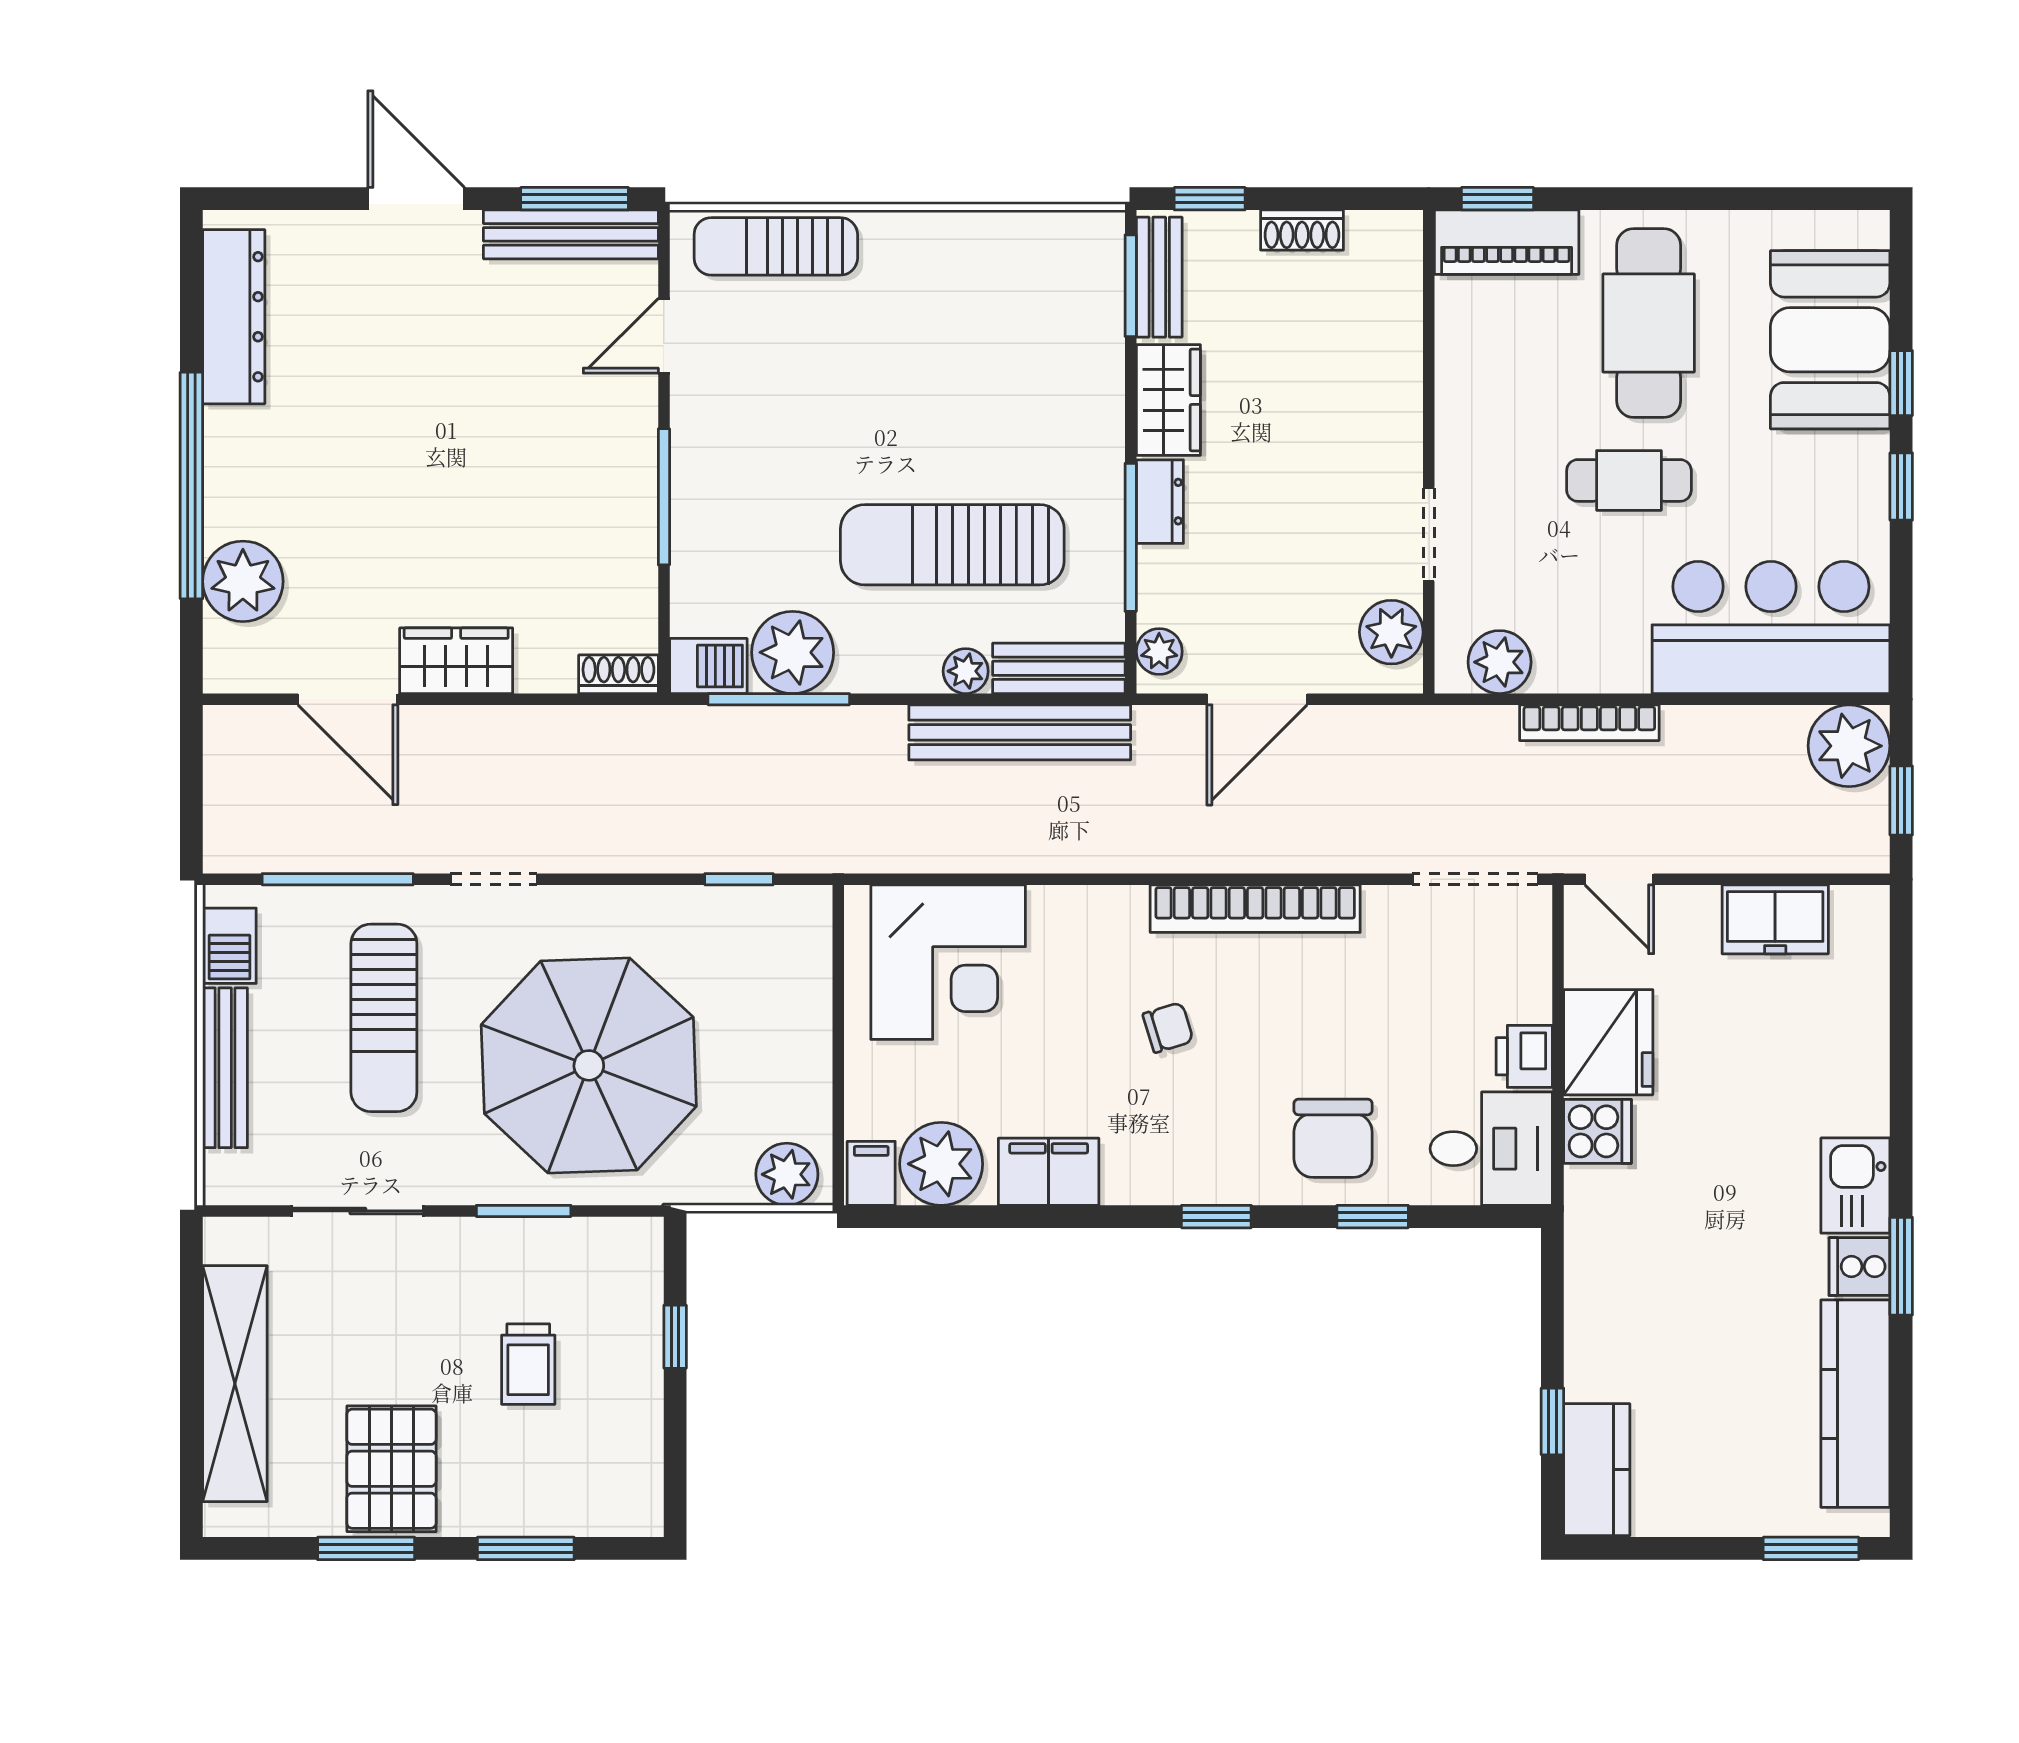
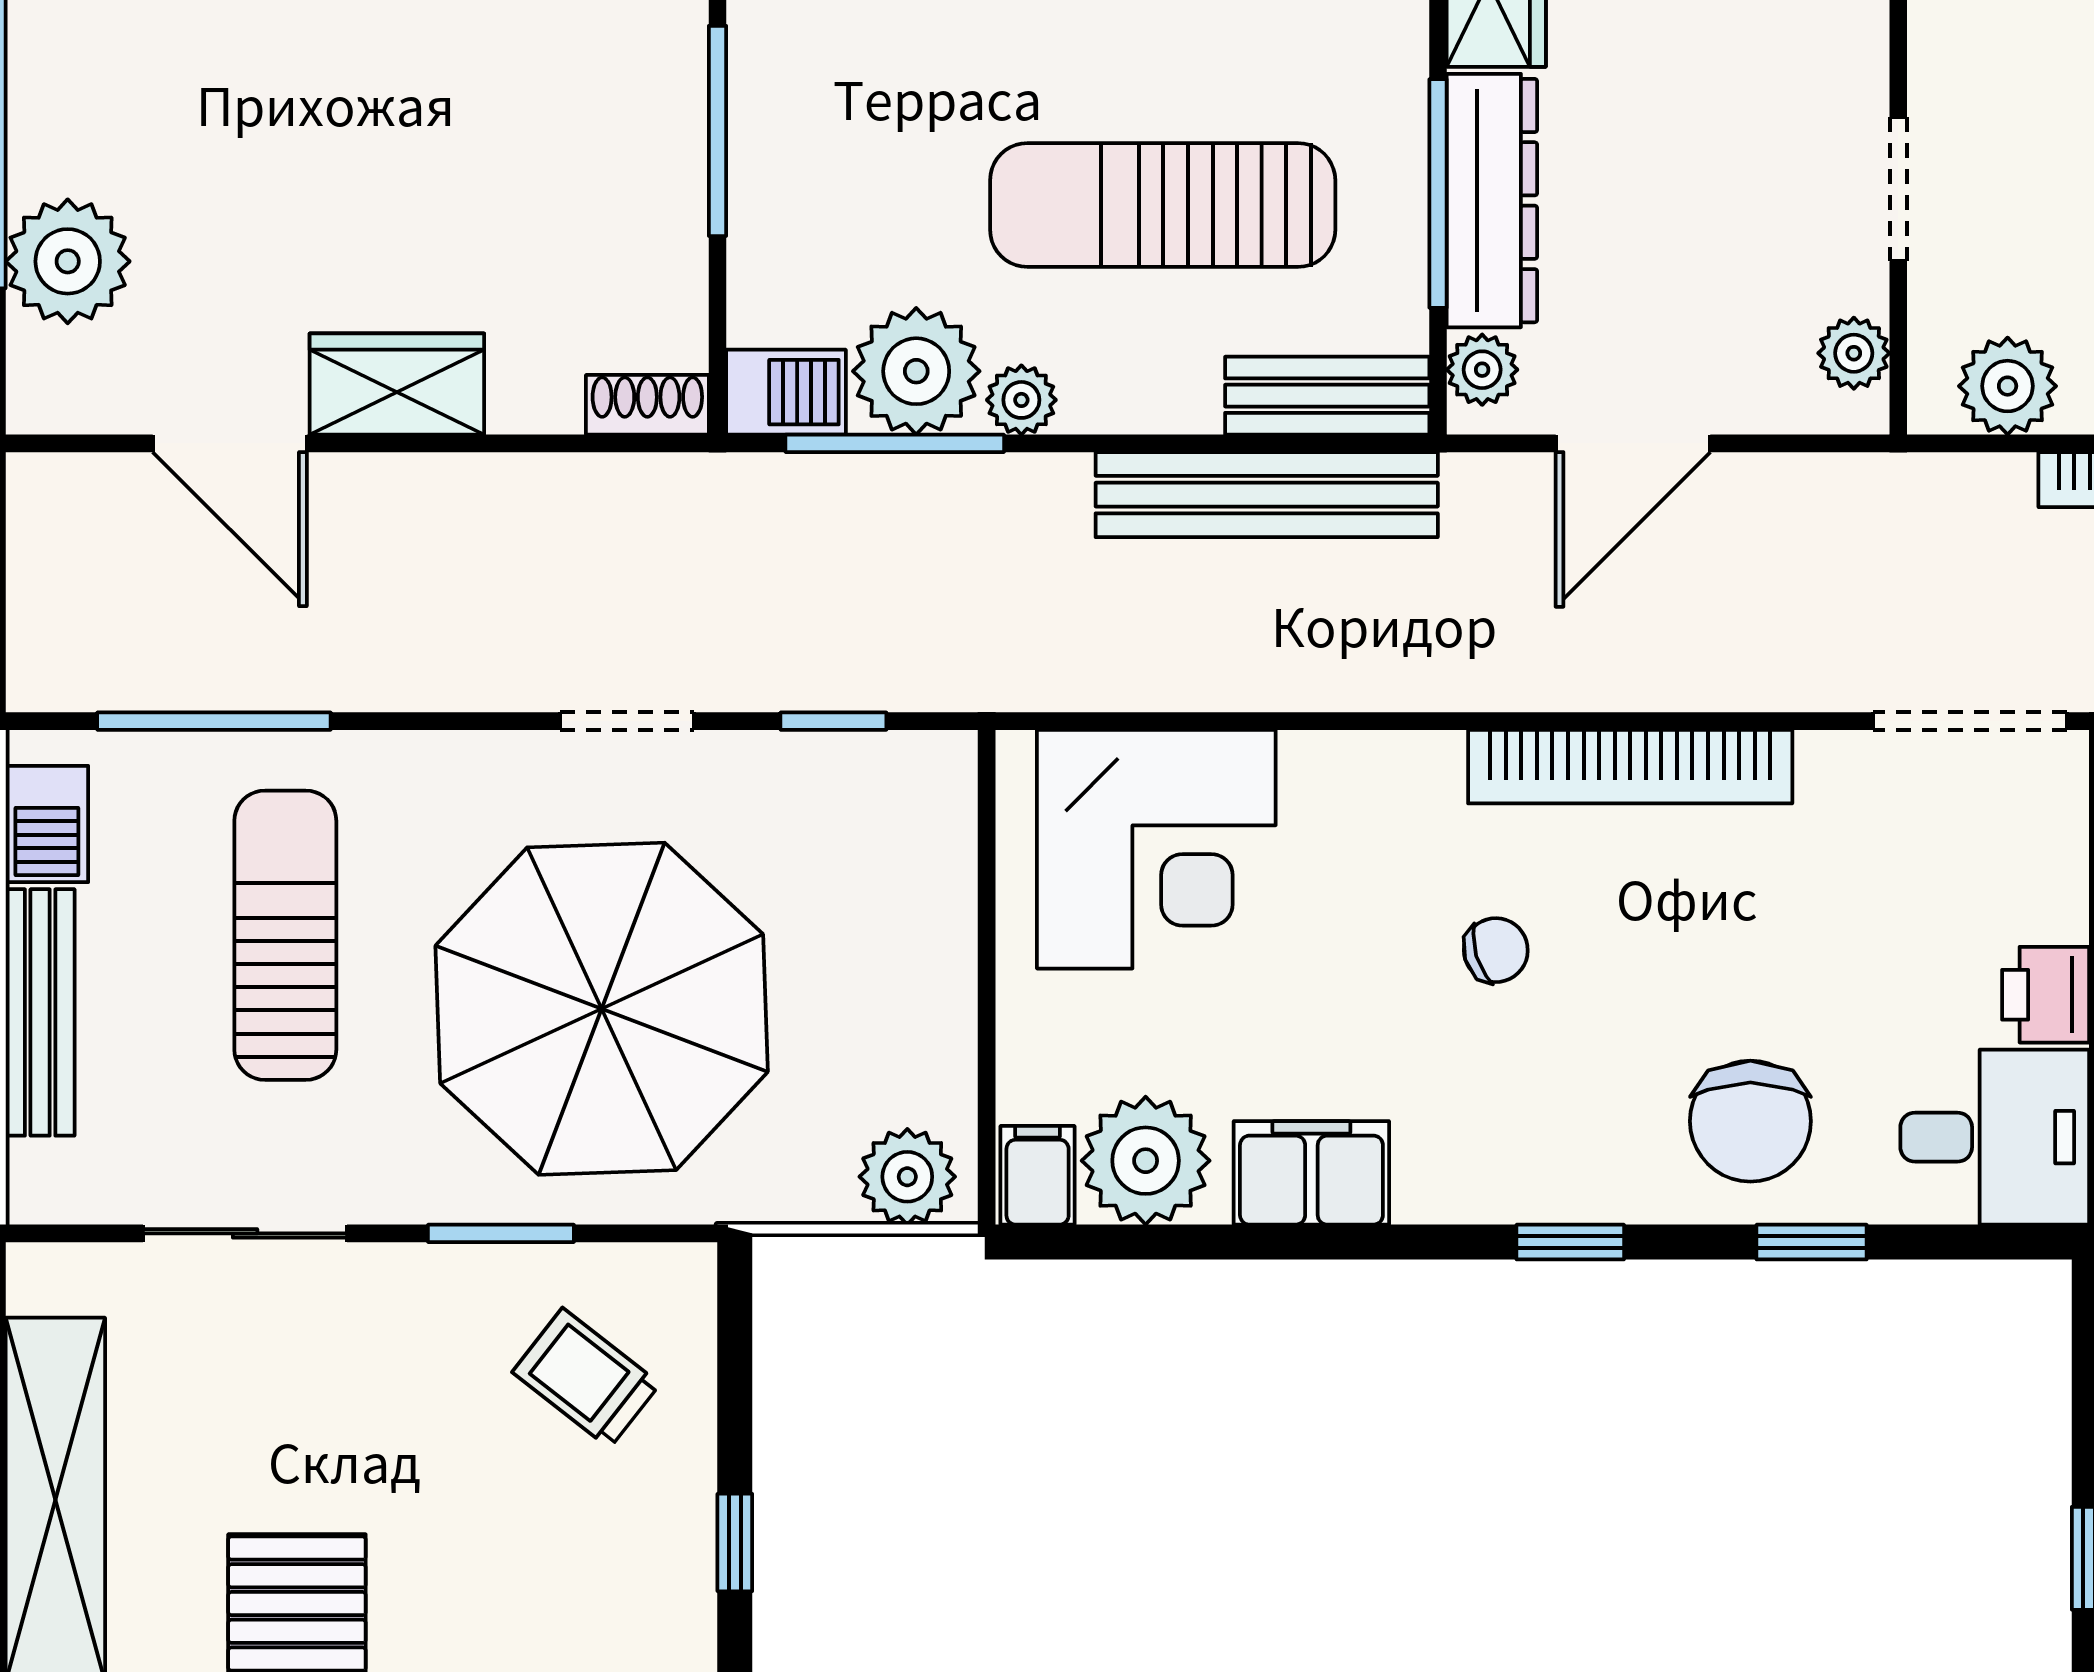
dresser: (1160, 502) -> (1492, 201), width x1.96, depth x1.24
plant: (1391, 632) -> (1854, 353), width x0.73, depth x0.73
plant: (966, 671) -> (1021, 400), moved
doorway: (494, 879) -> (627, 721), moved
sun lounger: (384, 1018) -> (285, 935), turned 180
window: (675, 1337) -> (735, 1543), moved
trolley: (528, 1364) -> (586, 1378), moved, turned 128

